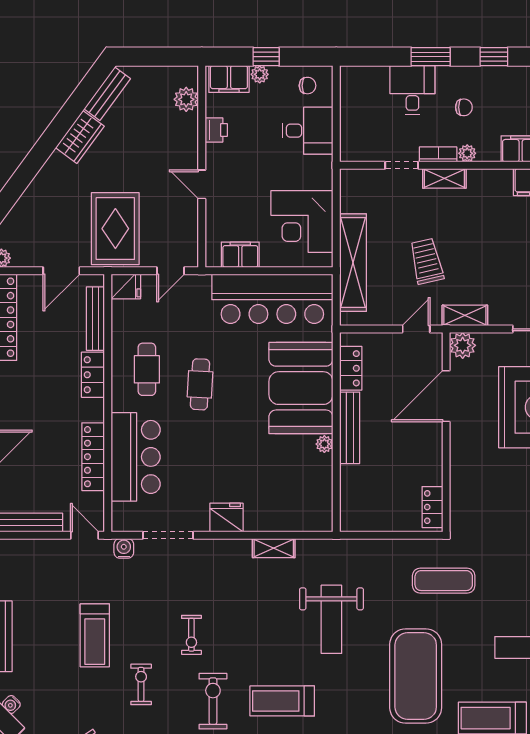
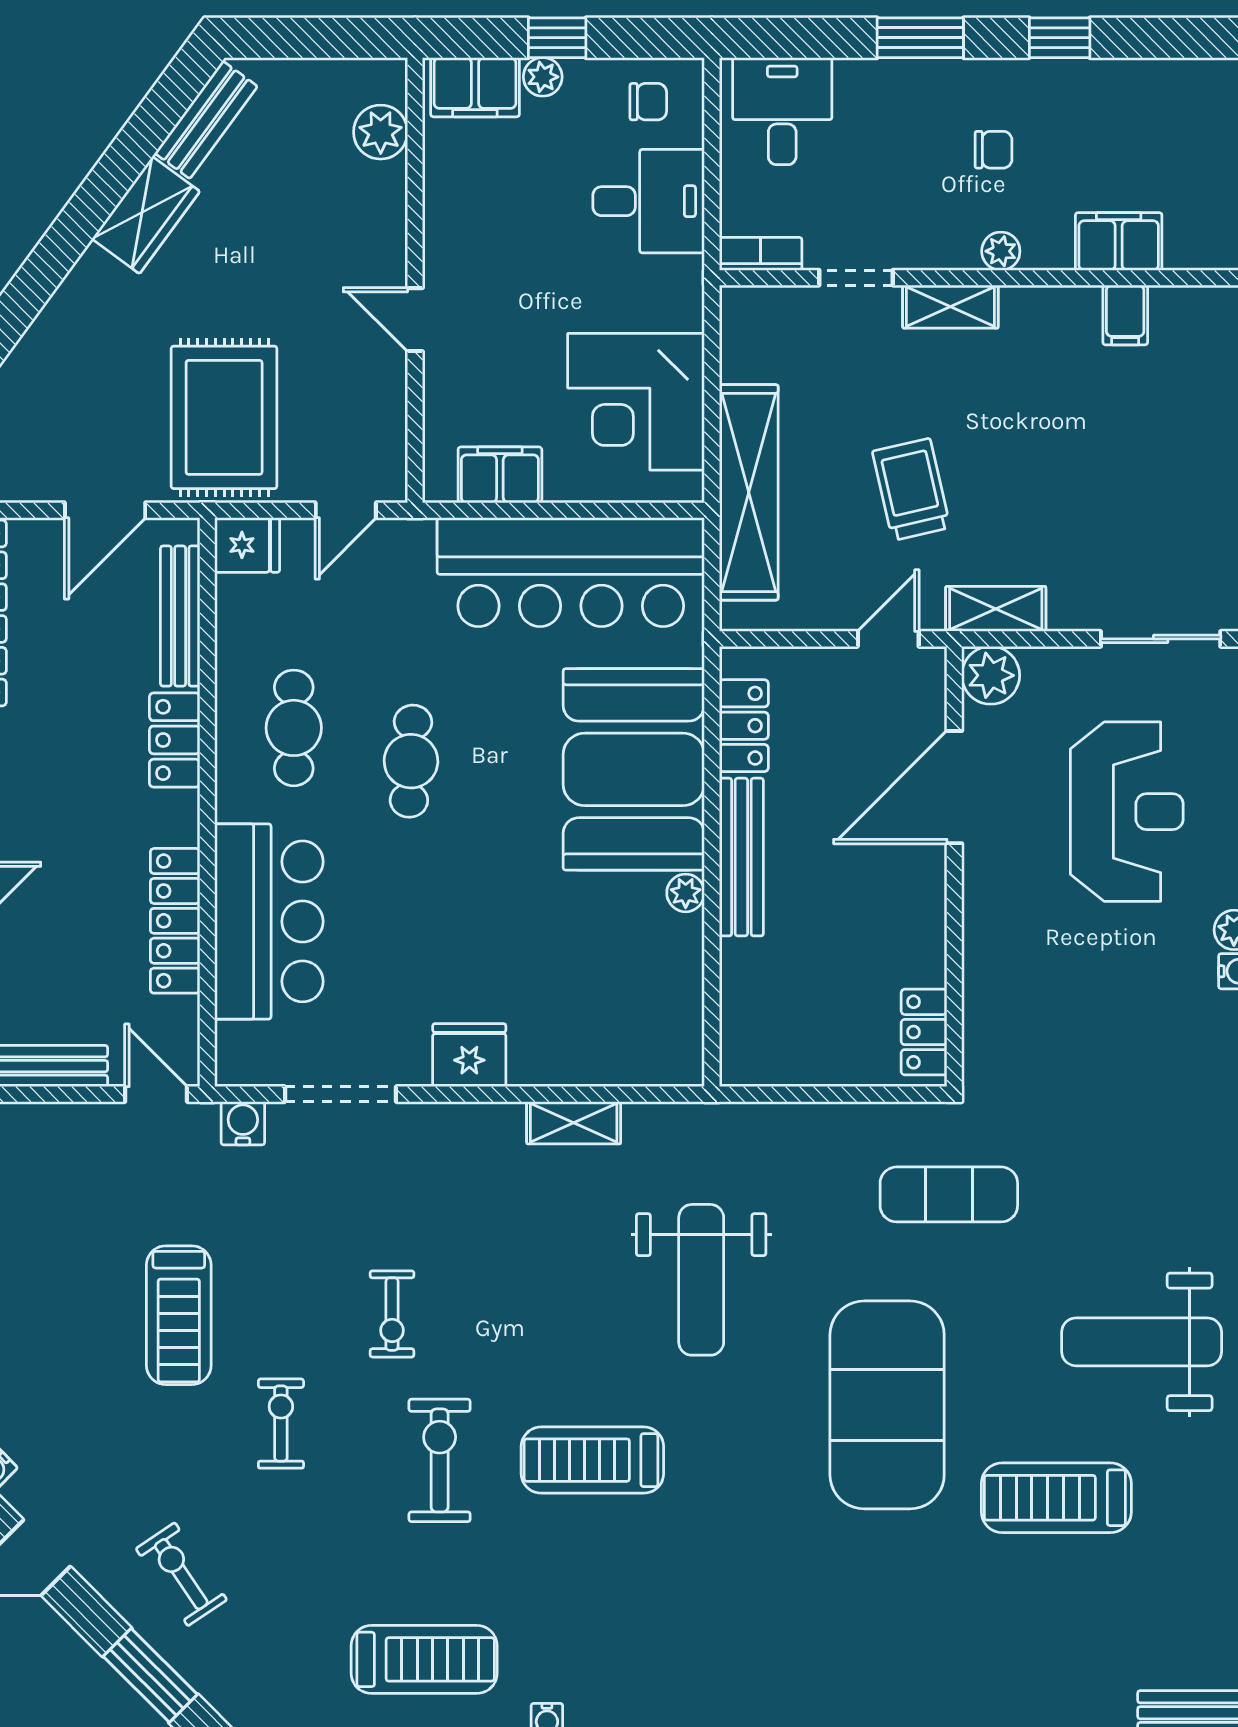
desk: (412, 90) -> (782, 111), moved
printer: (216, 130) -> (447, 200), removed
bookcase: (438, 154) -> (761, 254), moved

